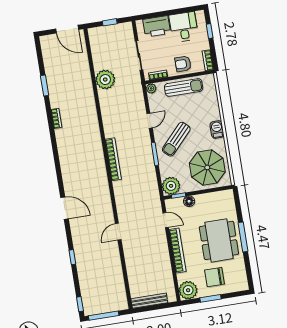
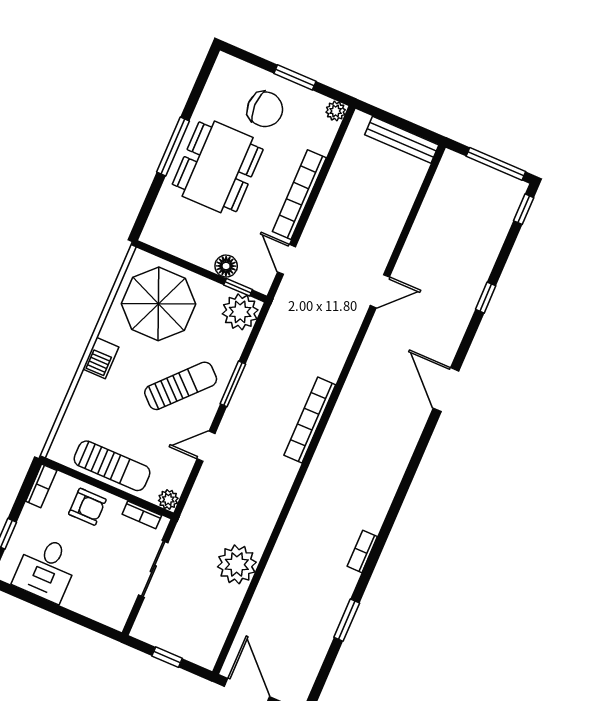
printer: (157, 26) -> (92, 599), removed
sun lounger: (184, 88) -> (112, 466), turned 180
plant: (188, 290) -> (336, 111), width x0.53, depth x0.53

